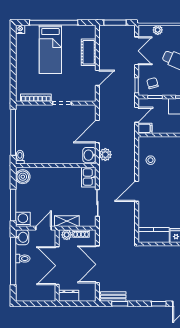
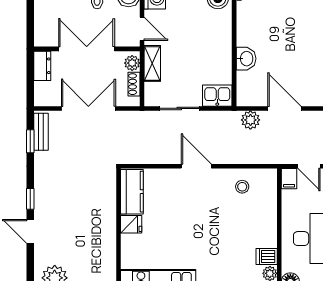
washbasin: (89, 155) -> (246, 59), moved, turned 90

